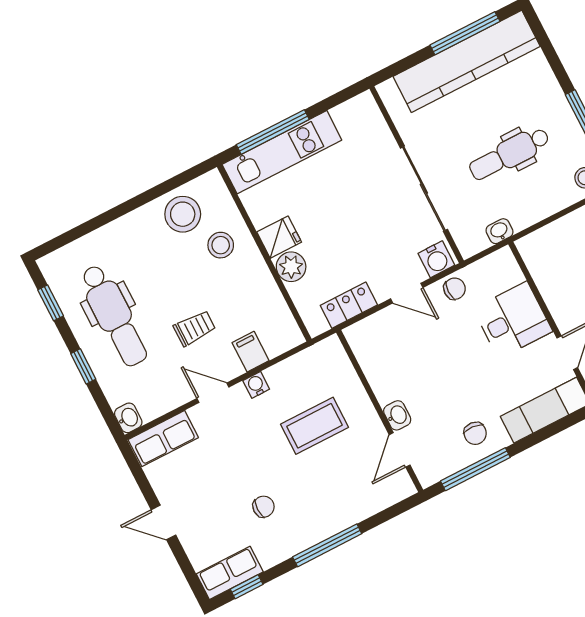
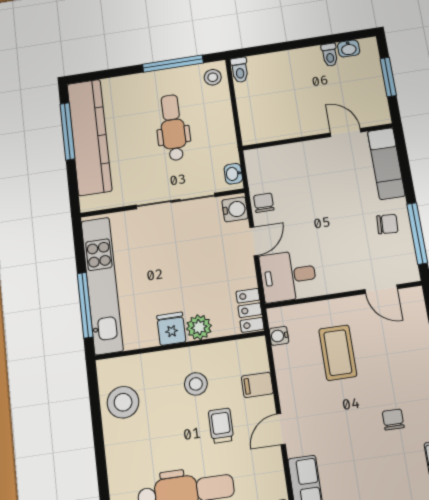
kitchen unit: (282, 152) -> (102, 285), width x1.36
dental chair: (509, 154) -> (173, 127), turned 180
washbasin: (499, 231) -> (233, 174), moved
stool: (221, 245) -> (196, 384), moved
locker: (349, 305) -> (250, 310), moved
desk: (513, 320) -> (288, 276), moved, turned -90
water cooler: (256, 385) -> (279, 336), moved
washbasin: (397, 415) -> (352, 282), removed

